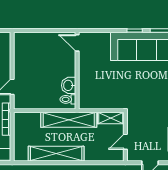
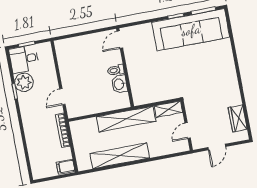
door: (77, 43) -> (120, 40), hinge flipped
toilet: (68, 99) -> (116, 70), moved

